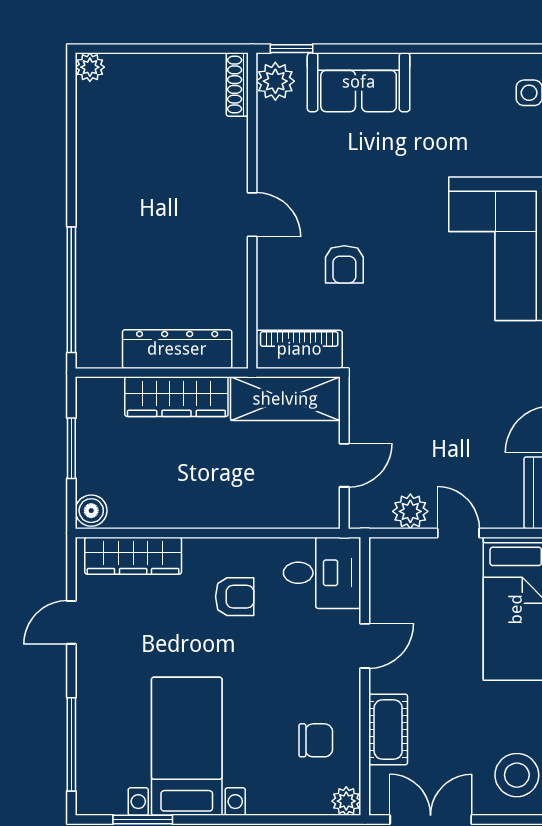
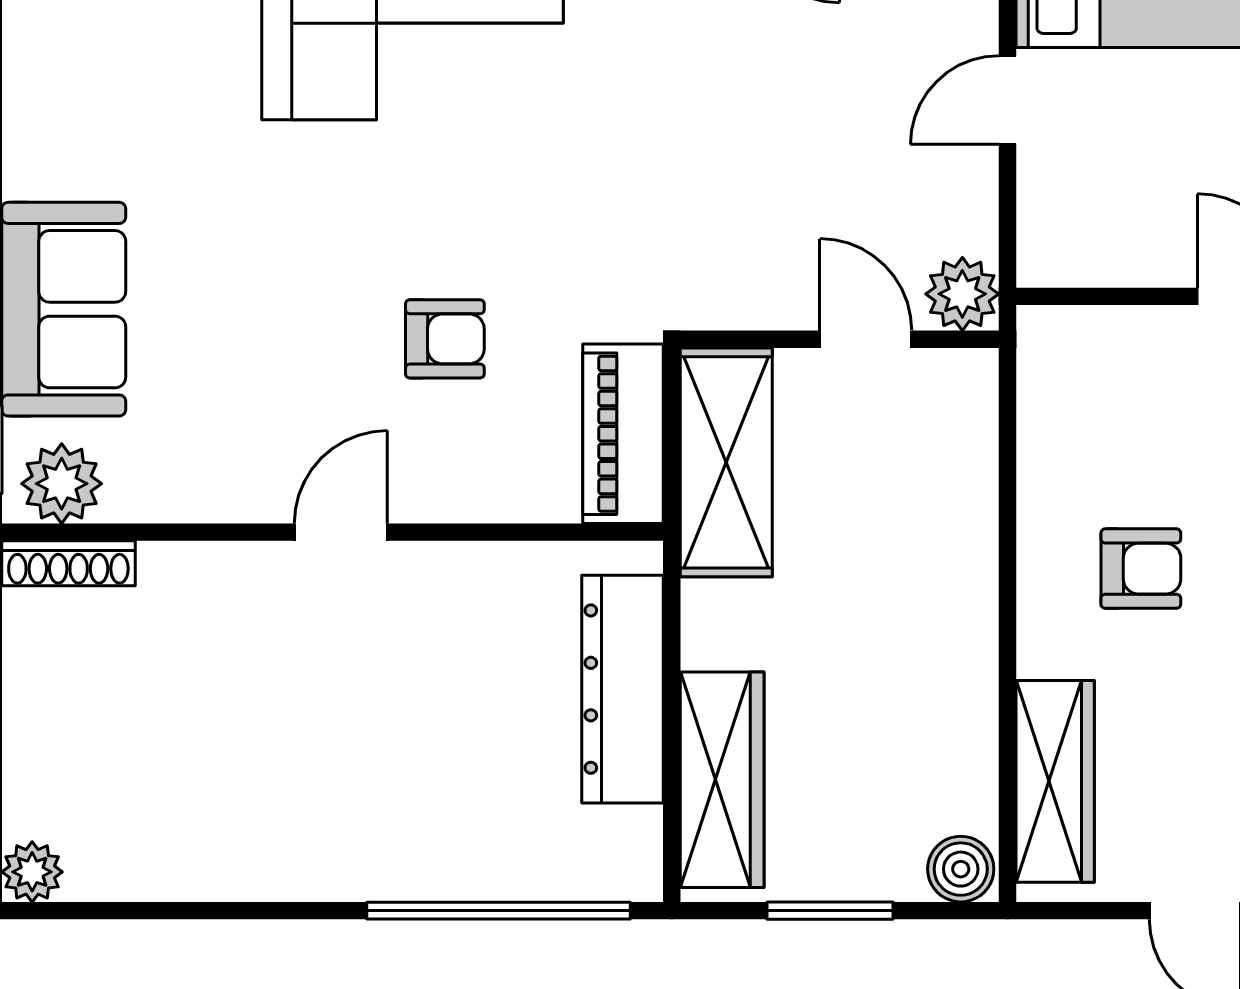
wardrobe: (176, 397) -> (722, 780), moved
plant: (410, 511) -> (962, 294), moved
desk: (322, 573) -> (1091, 386), removed
armchair: (235, 597) -> (1141, 569), turned 90

